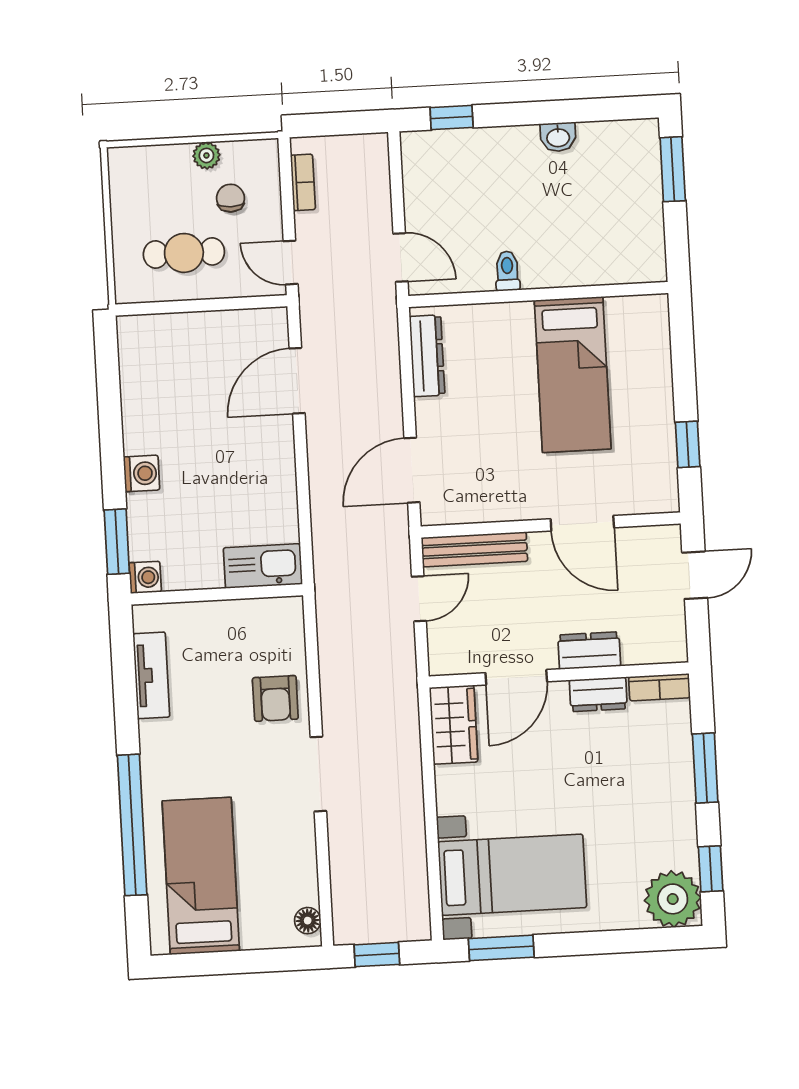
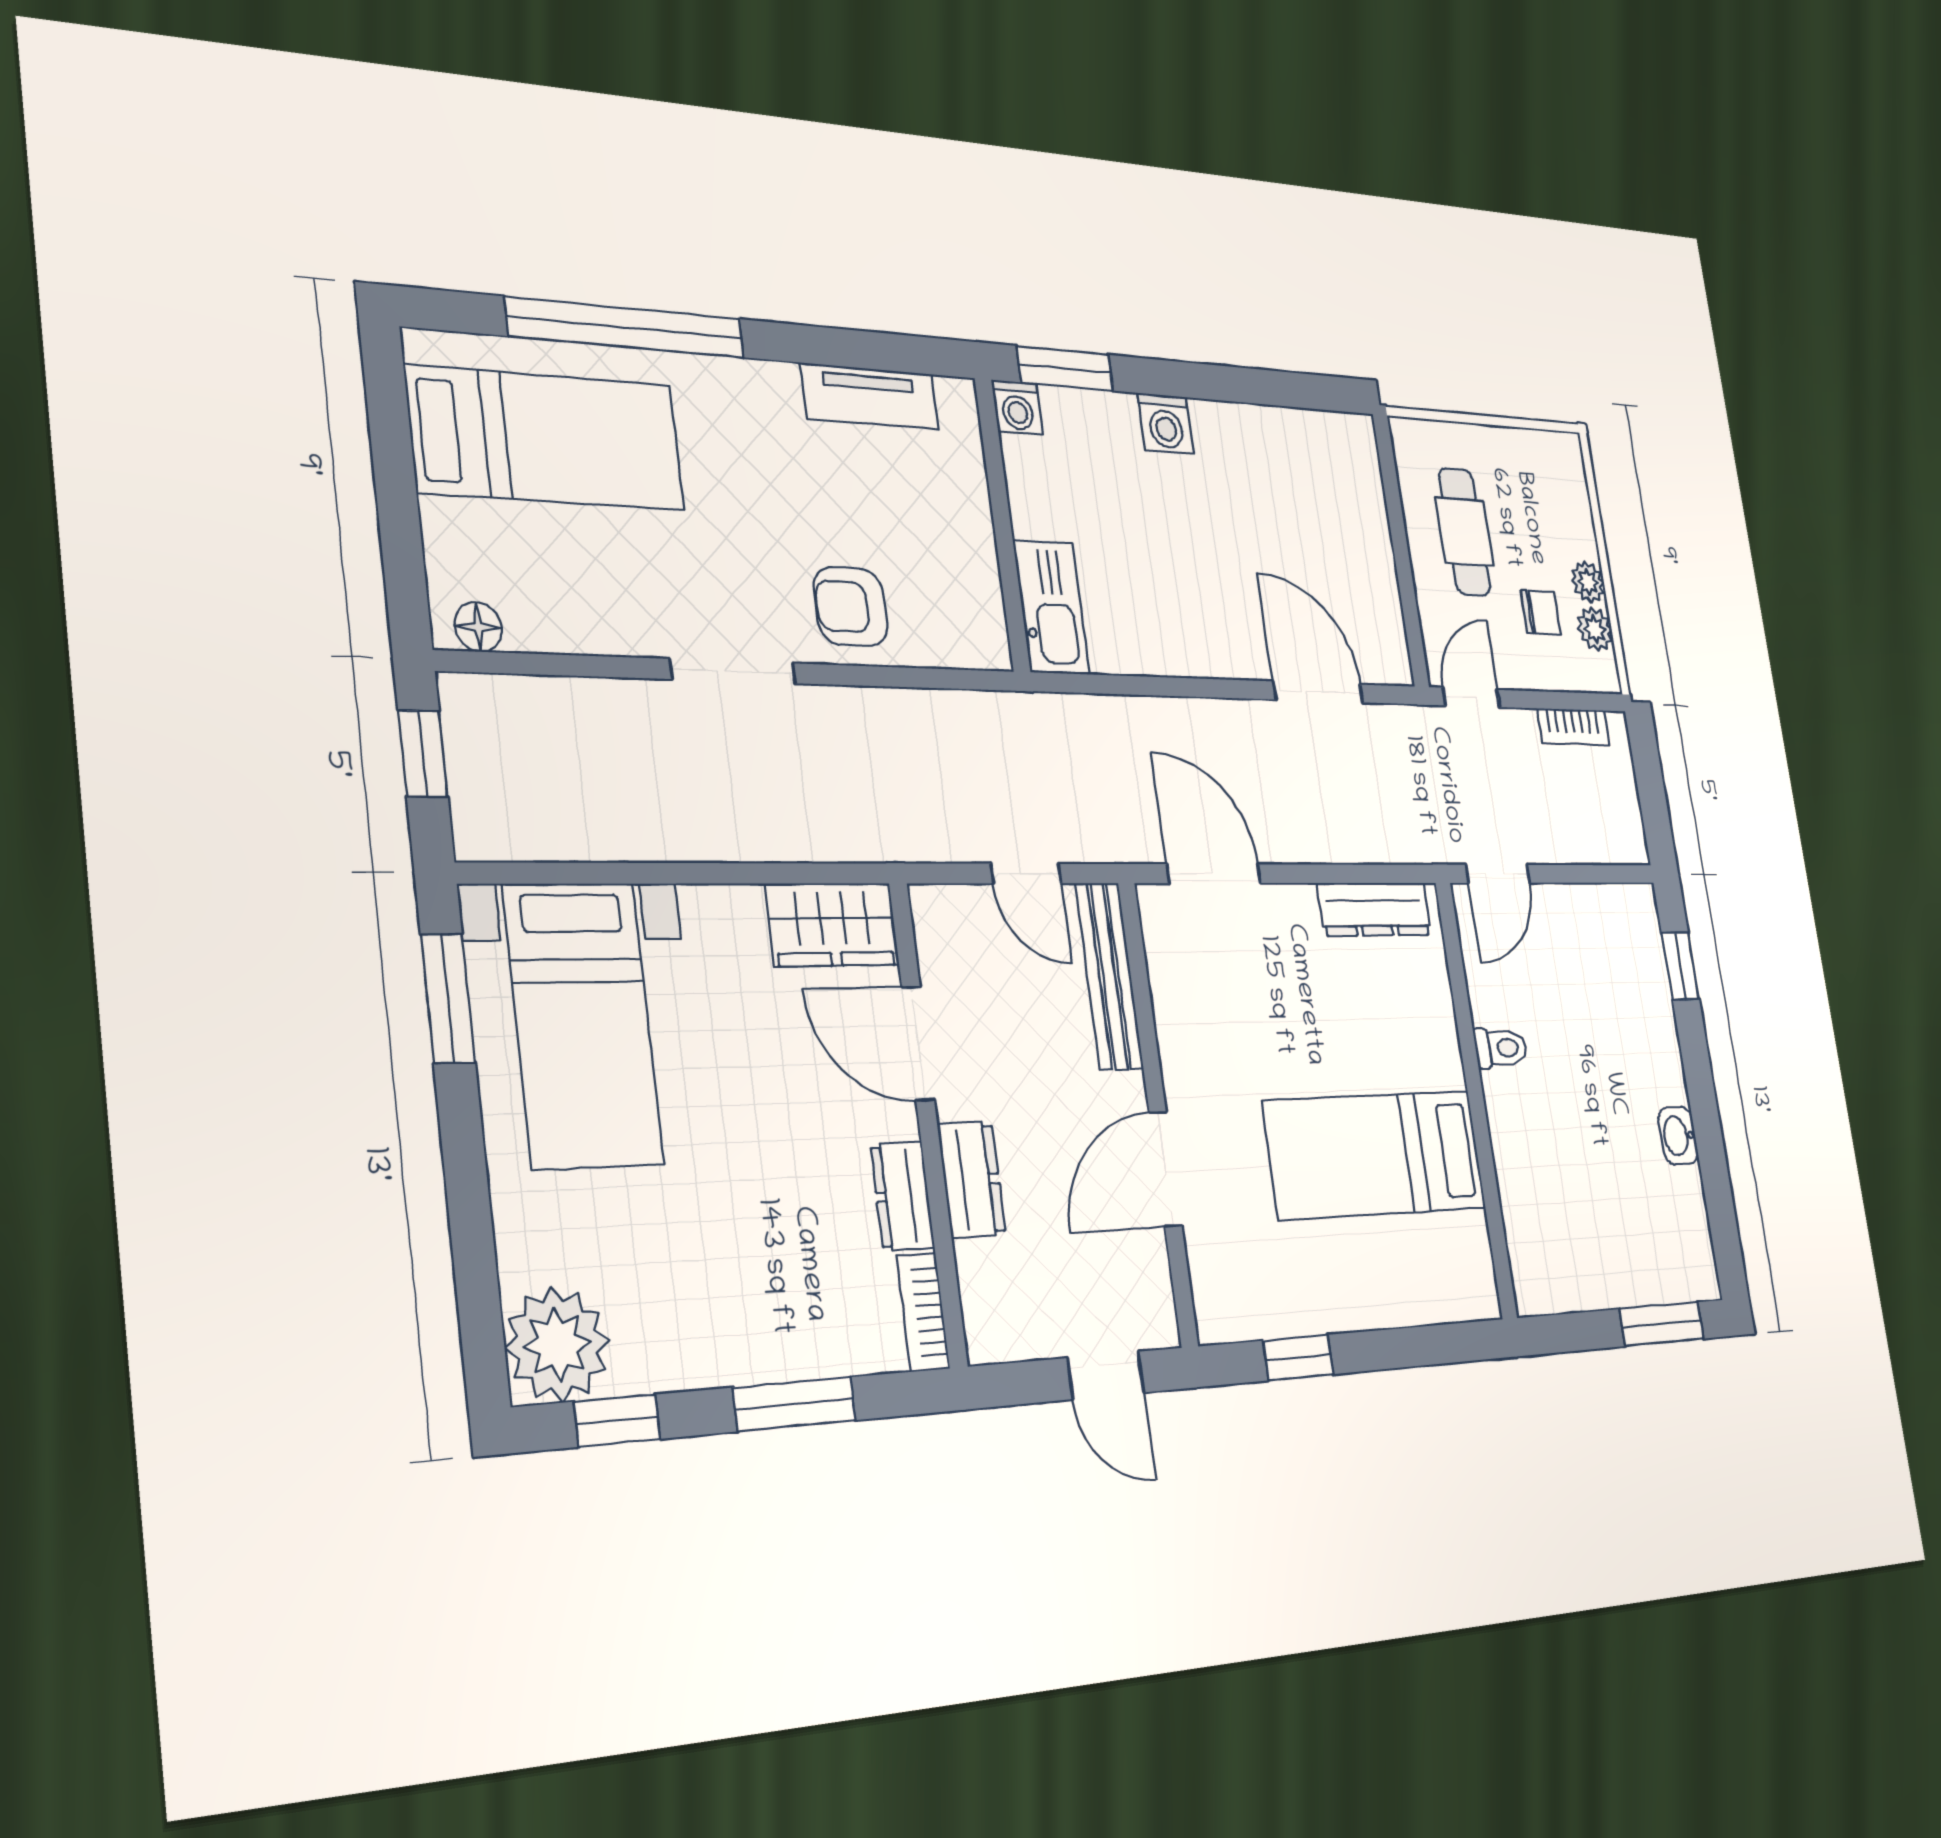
plant: (237, 154) -> (1595, 629), added

